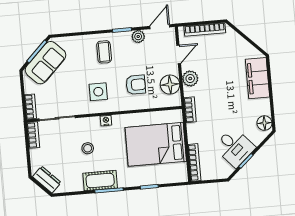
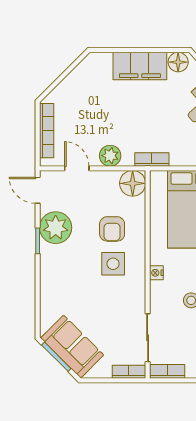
plant: (138, 36) -> (56, 228), width x1.87, depth x1.87
coffee table: (104, 52) -> (65, 267), removed
filing cabinet: (258, 78) -> (140, 66), moved
armchair: (136, 85) -> (112, 229), turned 180
floor lamp: (170, 85) -> (133, 183), moved
side table: (98, 92) -> (113, 264), moved

